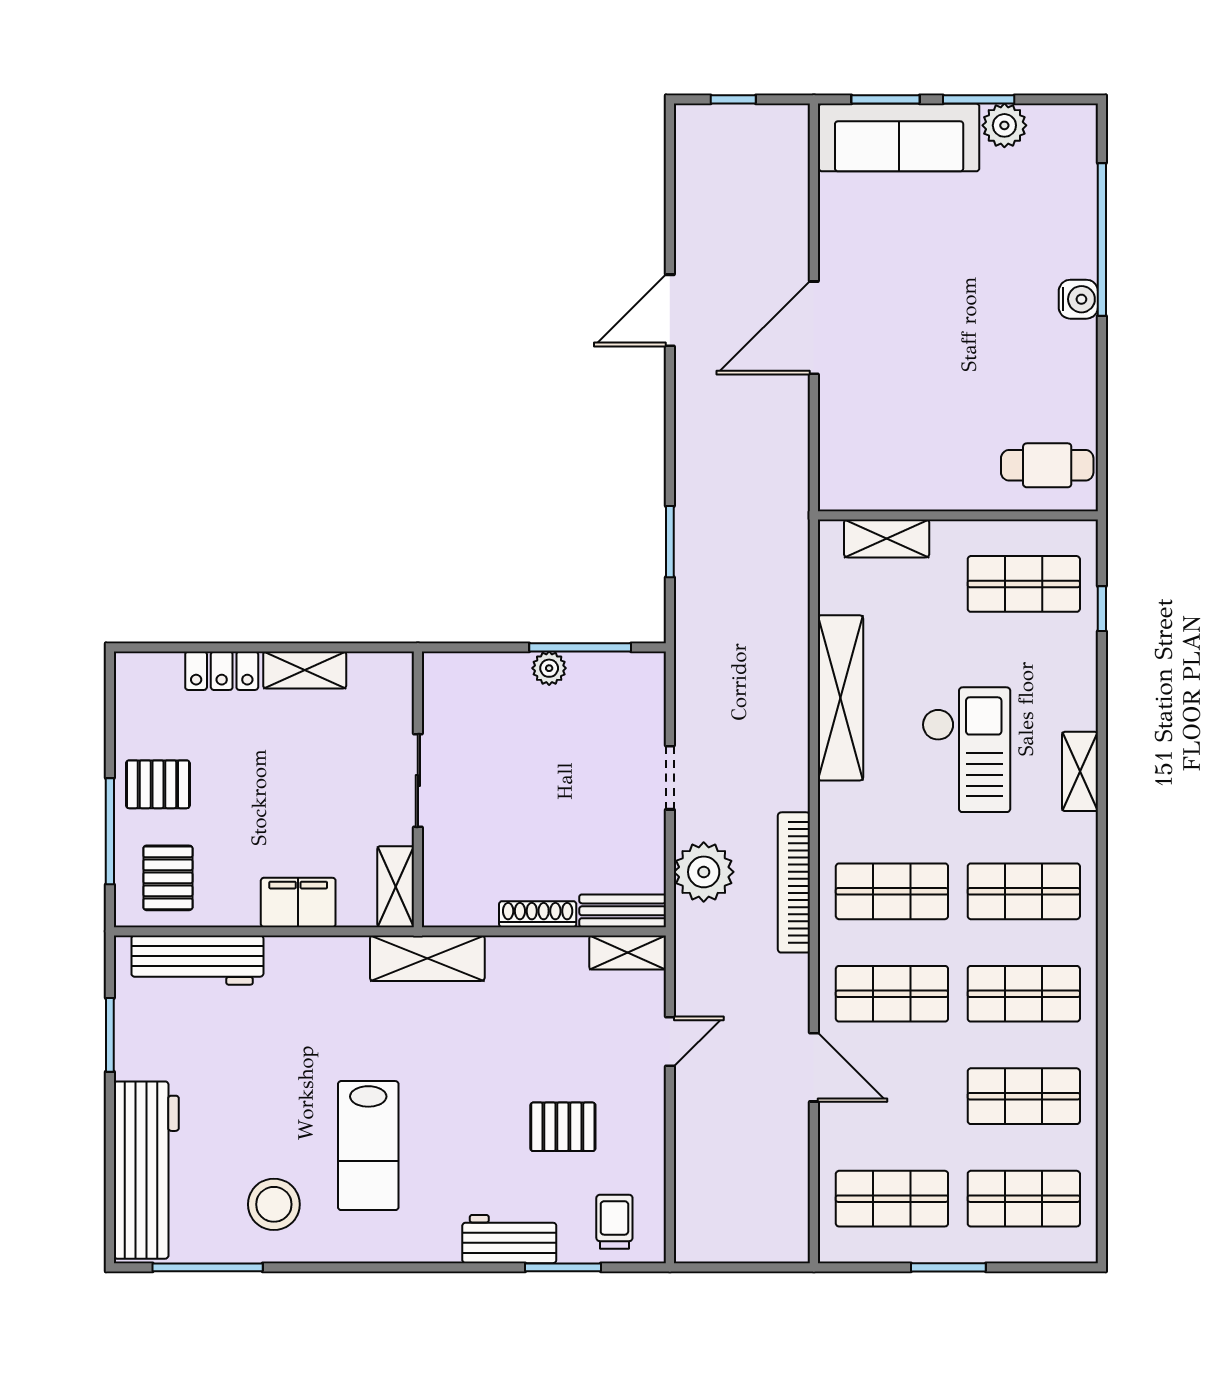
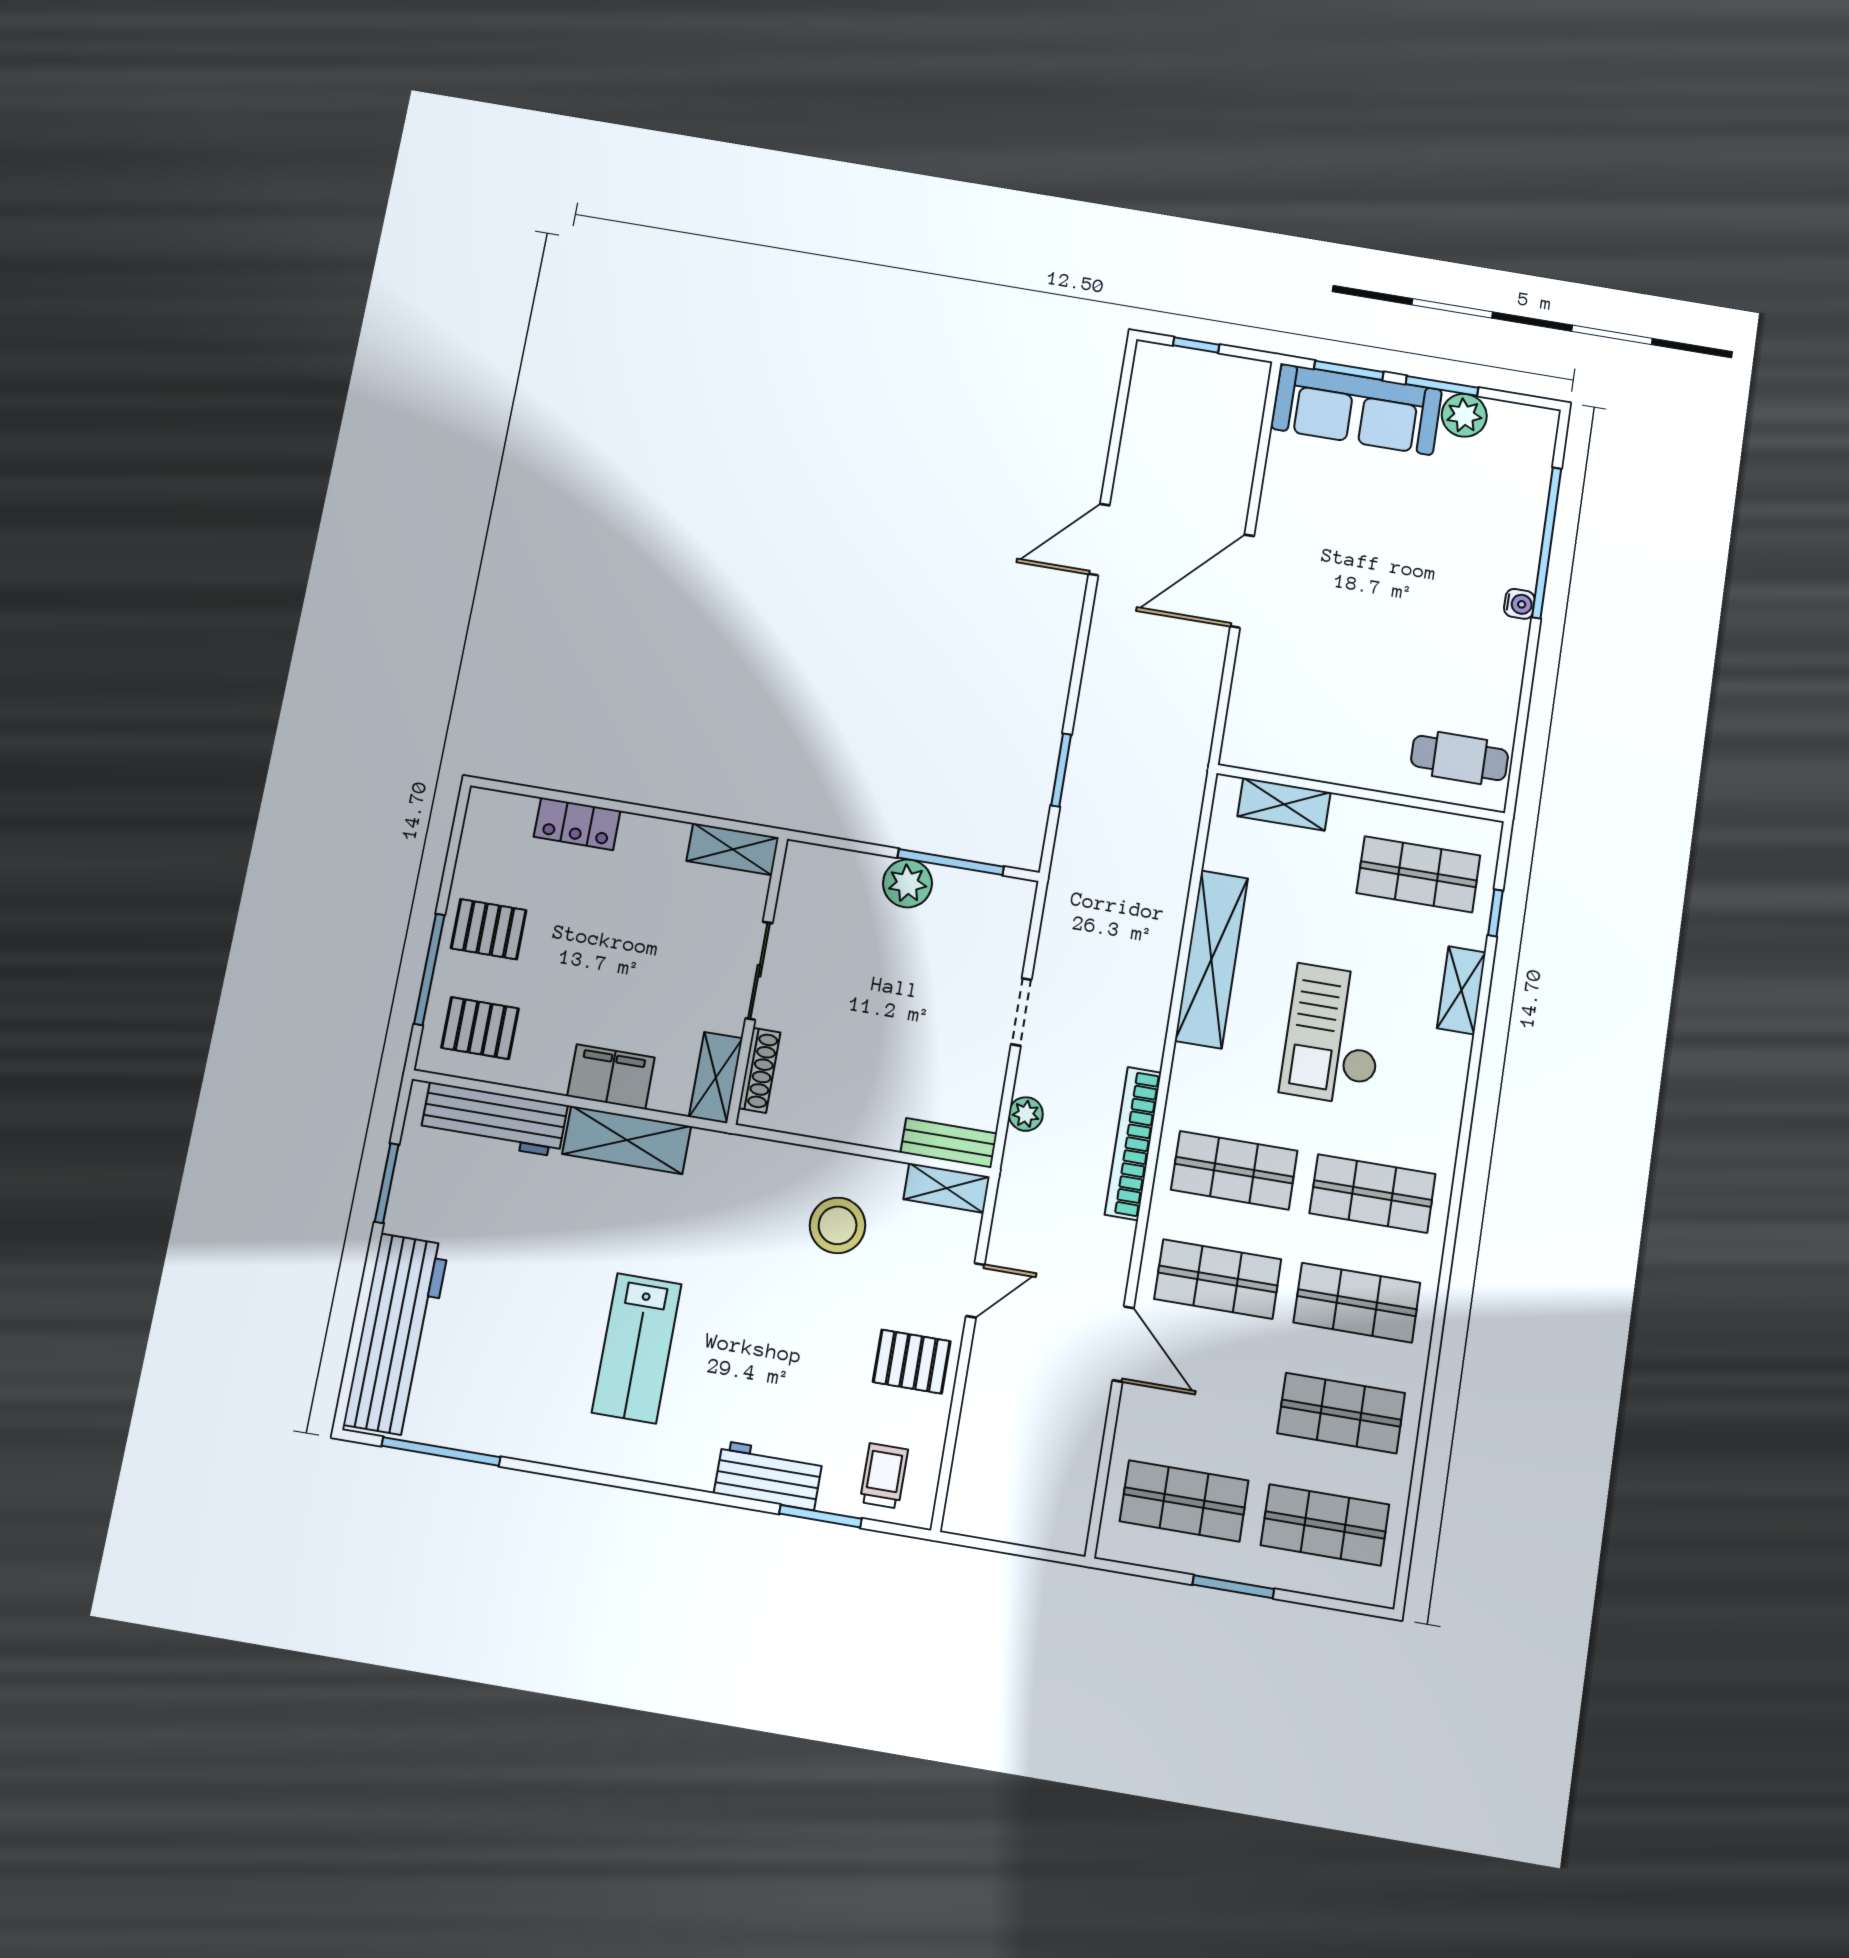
water cooler: (1078, 299) -> (1519, 604), width x0.72, depth x0.72
plant: (549, 668) -> (907, 883), width x1.38, depth x1.38
shelving: (305, 670) -> (733, 849), moved
checkout: (966, 750) -> (1334, 1035), turned 180
shelving: (1080, 771) -> (1461, 990), moved
plant: (704, 872) -> (1026, 1114), width x0.53, depth x0.53
pallet: (168, 878) -> (480, 1028), turned 90
shoe rack: (538, 914) -> (759, 1070), moved, turned 90
shelving: (427, 958) -> (627, 1140), moved
pallet: (563, 1127) -> (912, 1362), moved
stool: (274, 1204) -> (838, 1225), moved

